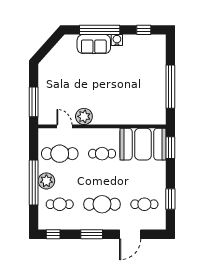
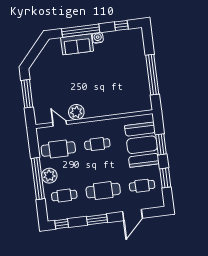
window: (34, 102) -> (27, 94), moved
booth: (143, 144) -> (142, 145), moved, turned 90
window: (170, 148) -> (161, 144), moved

